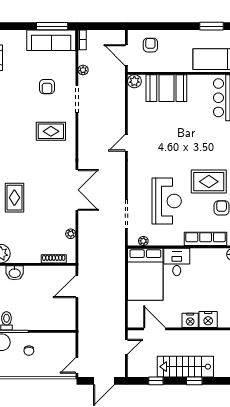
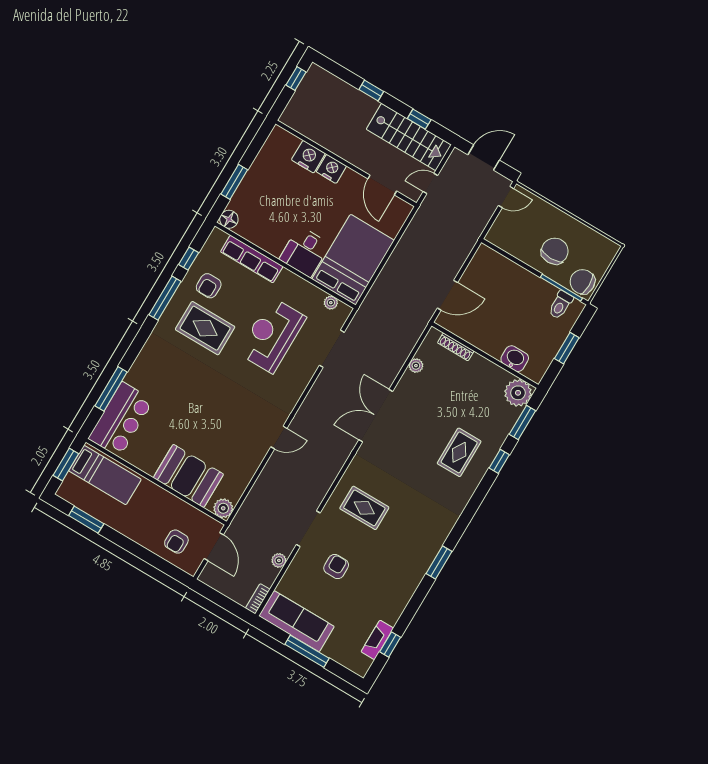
window: (52, 26) -> (307, 651), moved
chair: (29, 351) -> (555, 251), width x1.87, depth x1.87
stairs: (185, 367) -> (409, 137), moved

